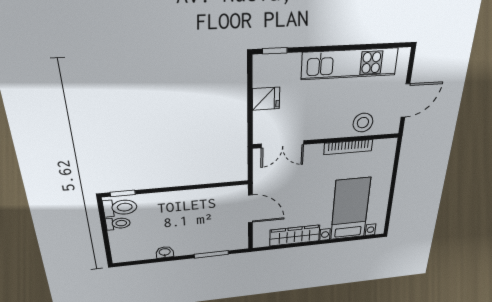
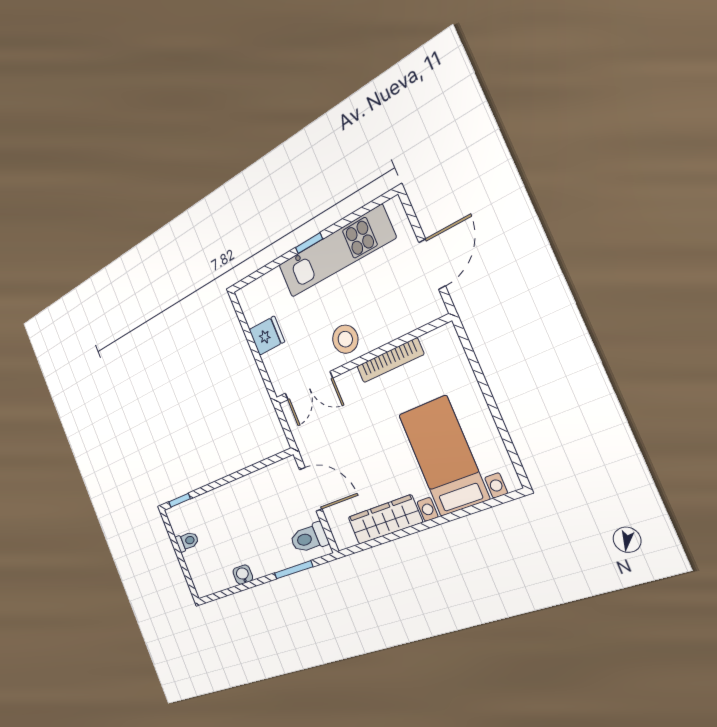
window: (275, 51) -> (309, 243), moved
stool: (363, 123) -> (345, 339), moved
toilet: (120, 208) -> (309, 538), moved, turned 180

